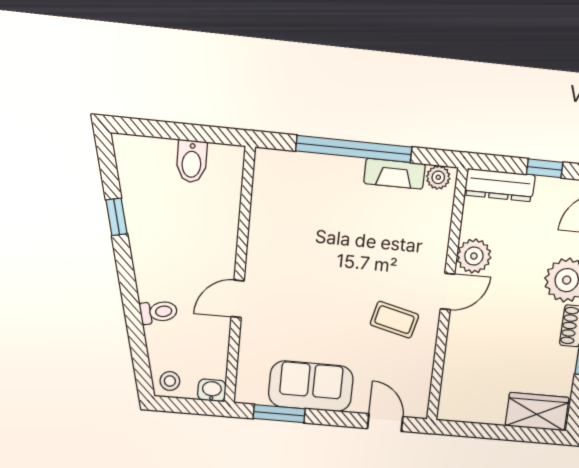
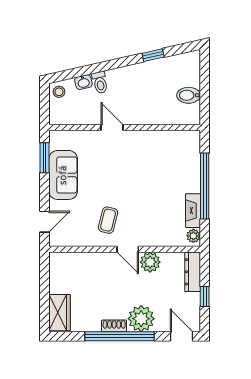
washbasin: (212, 390) -> (83, 82), moved, turned 77

